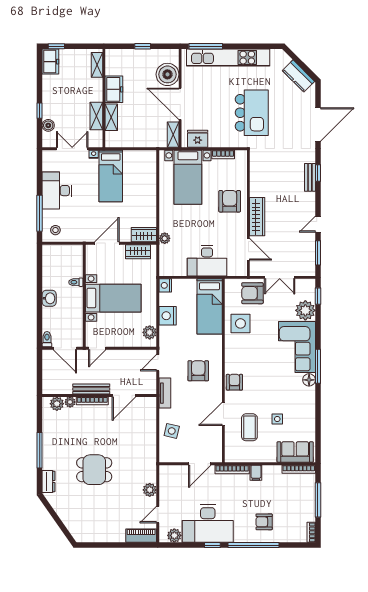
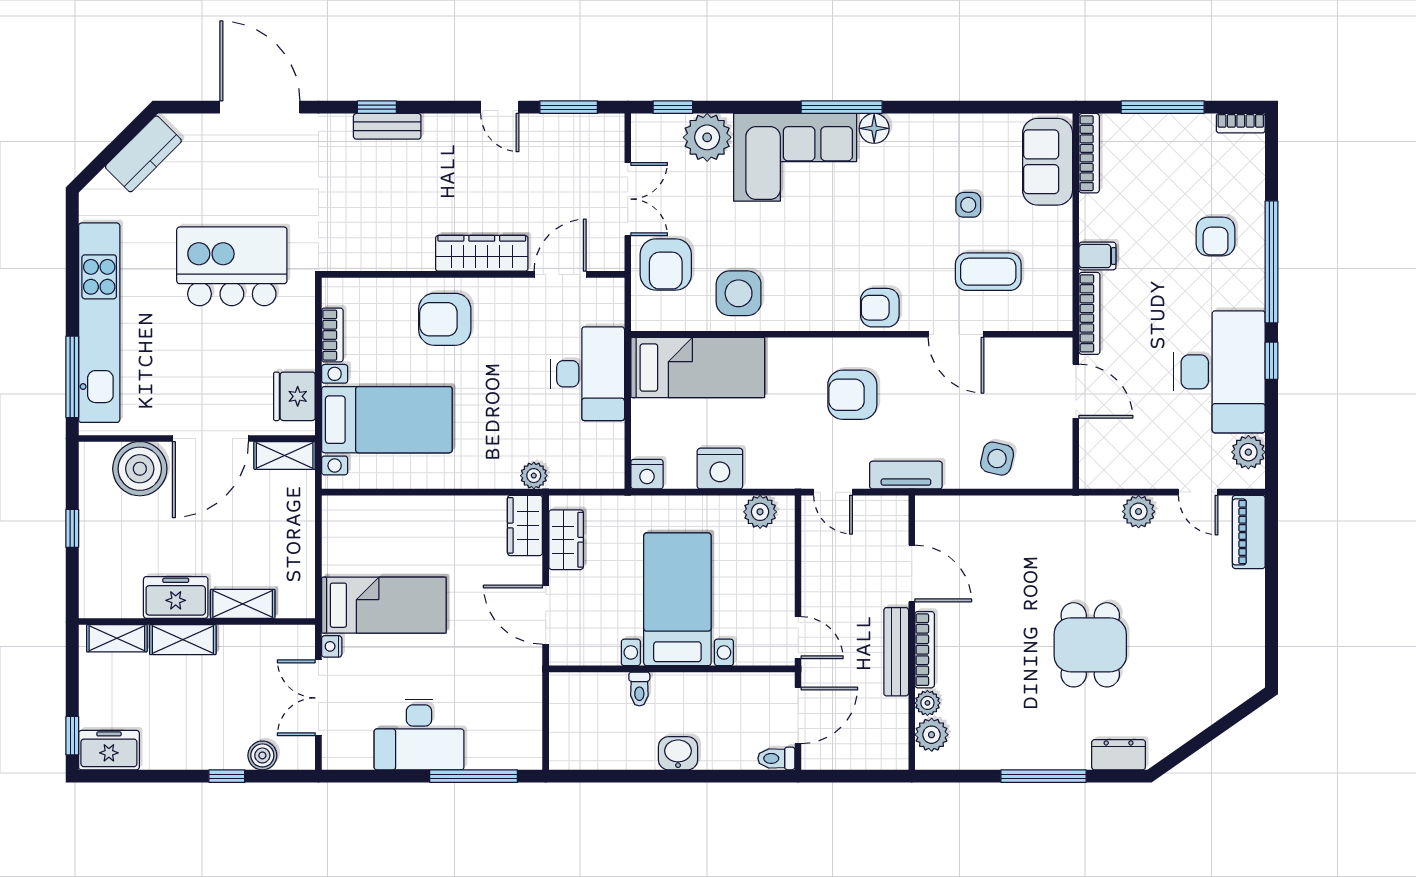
shelving: (96, 116) -> (183, 640), moved
stool: (55, 230) -> (514, 738), removed

